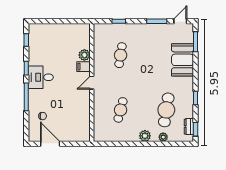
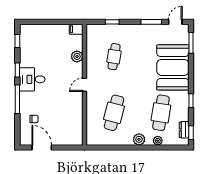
booth: (183, 60) -> (173, 67), width x1.36, depth x1.42
filing cabinet: (84, 67) -> (76, 29), moved
cafe table: (121, 110) -> (114, 113), width x1.37, depth x1.35

